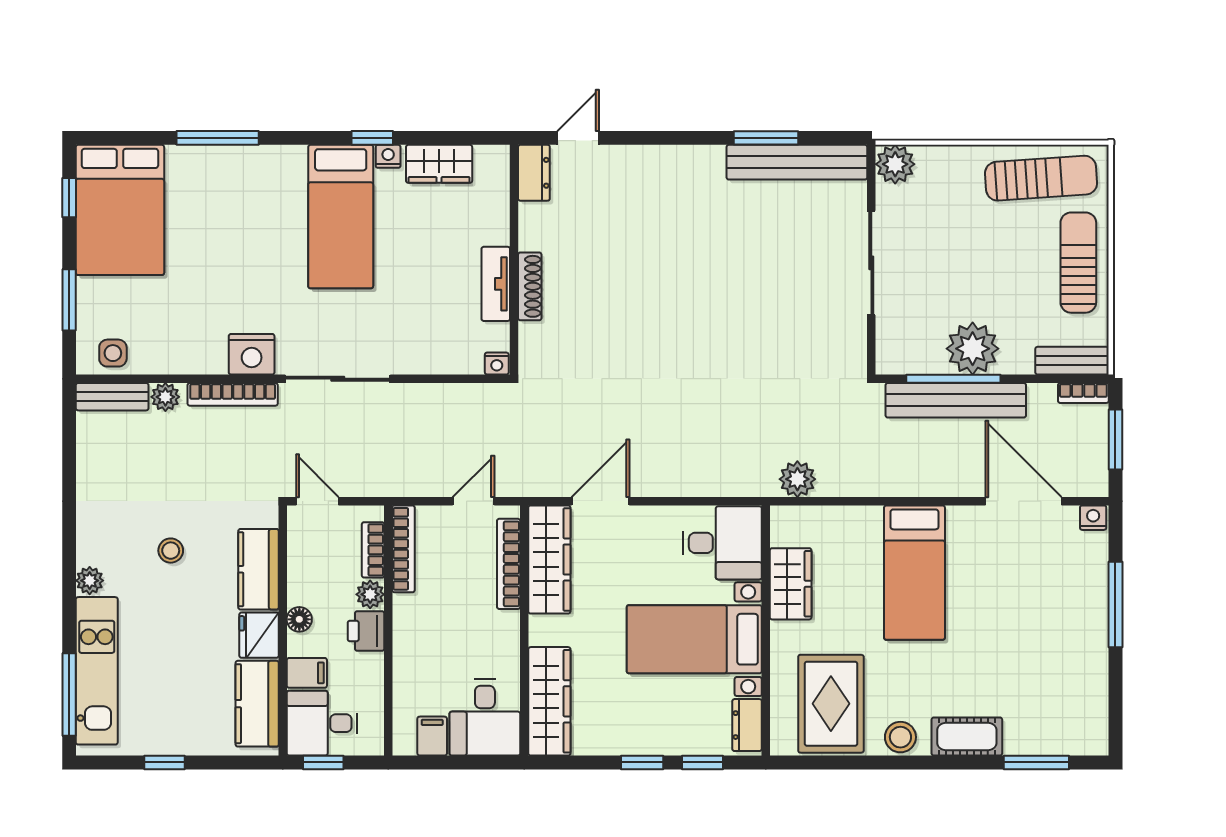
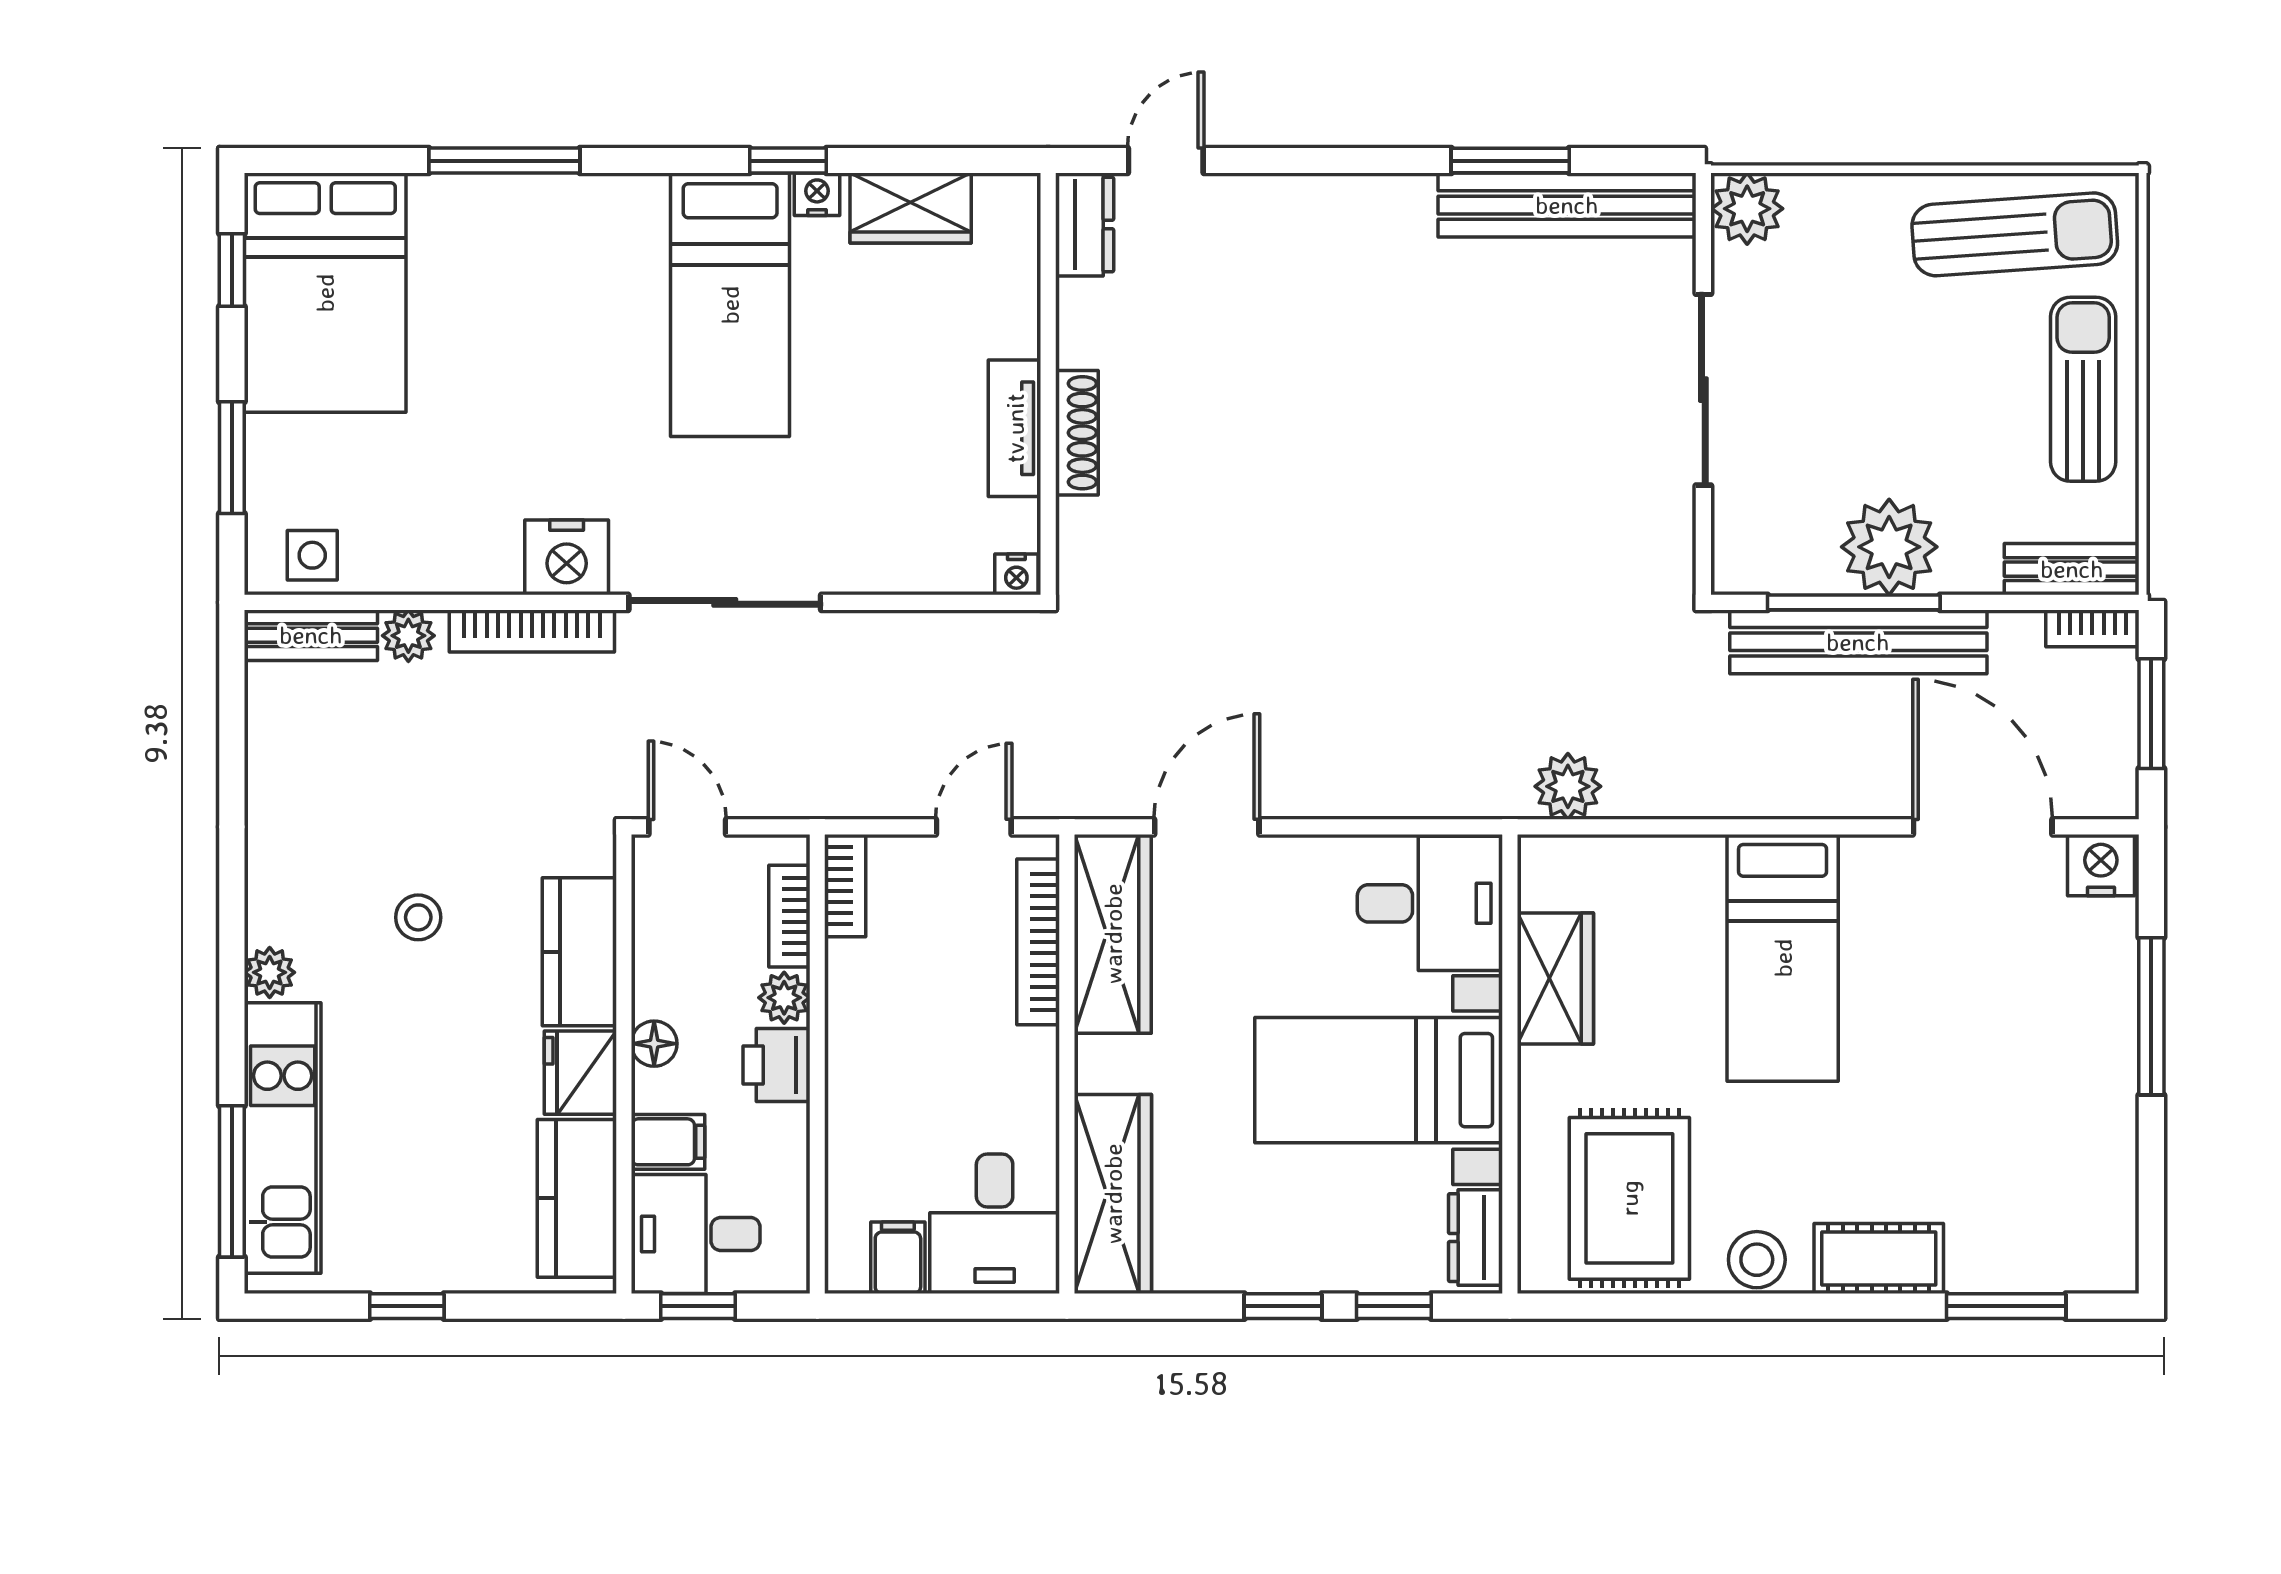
nightstand: (1093, 518) -> (2101, 865), width x1.39, depth x1.35
bookcase: (403, 549) -> (845, 886), width x0.64

